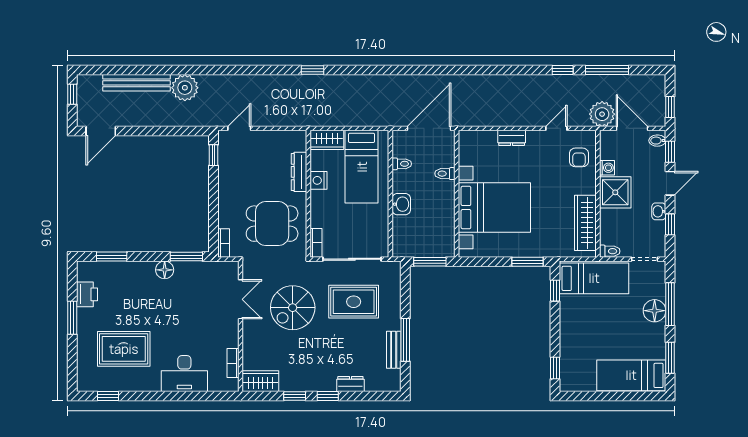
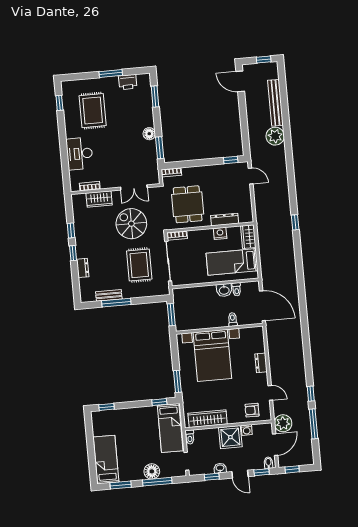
washbasin: (401, 204) -> (224, 290), moved
wardrobe: (260, 381) -> (99, 199), moved, turned 90

